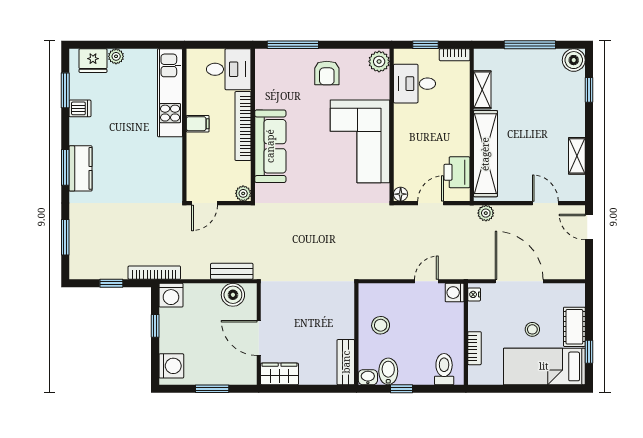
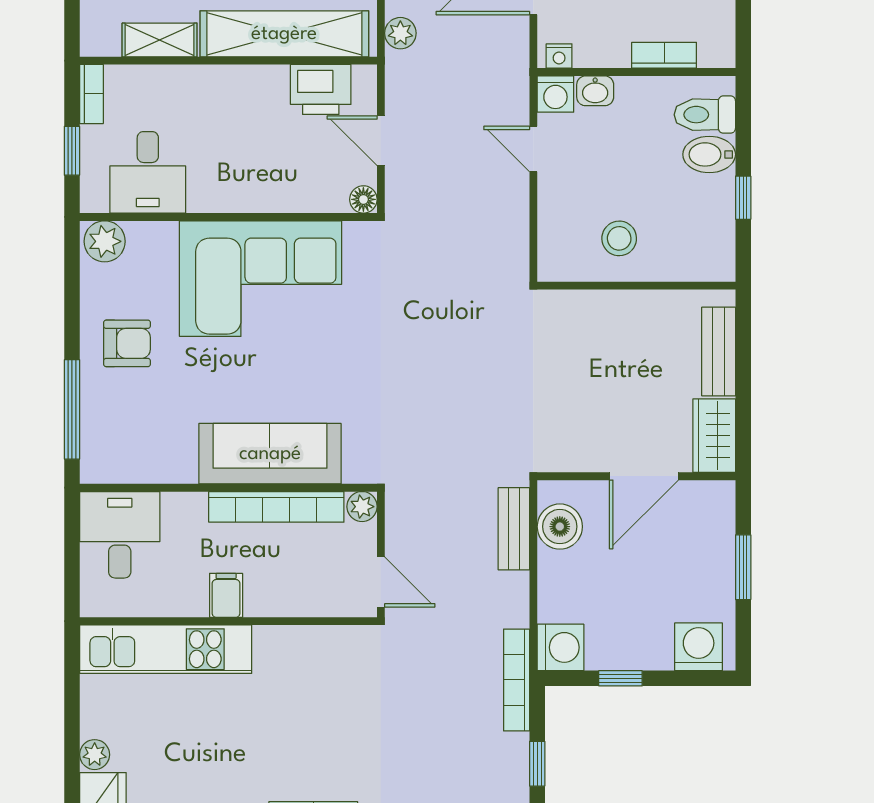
bookcase: (243, 126) -> (276, 507), moved
bench: (346, 362) -> (719, 351), moved, turned 90
bidet: (388, 371) -> (709, 154), moved
washbasin: (368, 377) -> (595, 91), moved, turned -90

